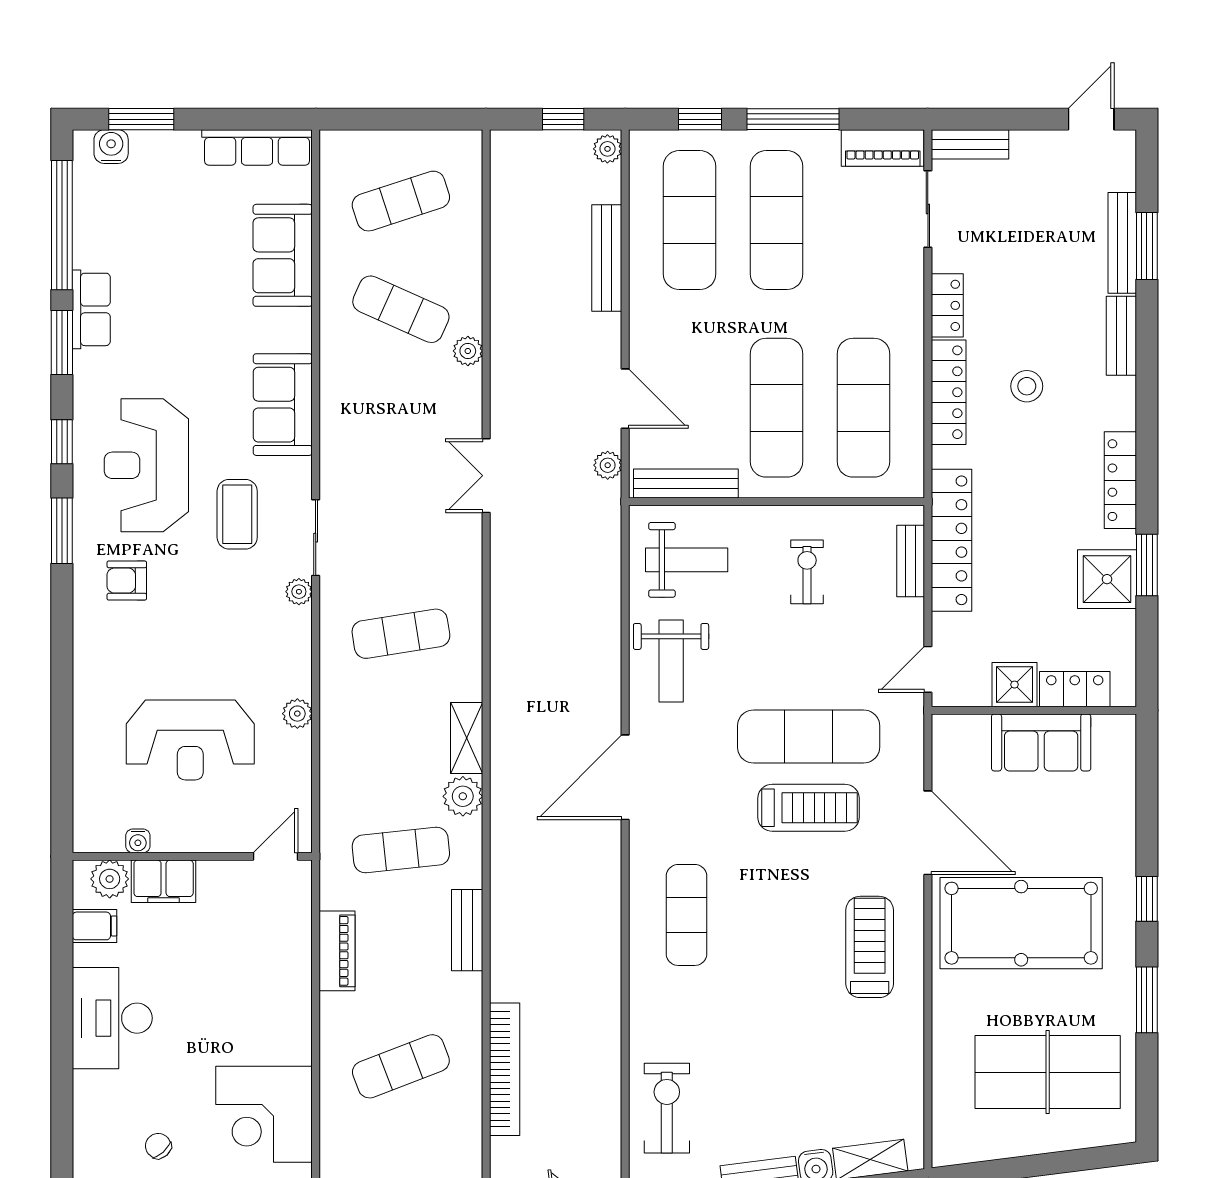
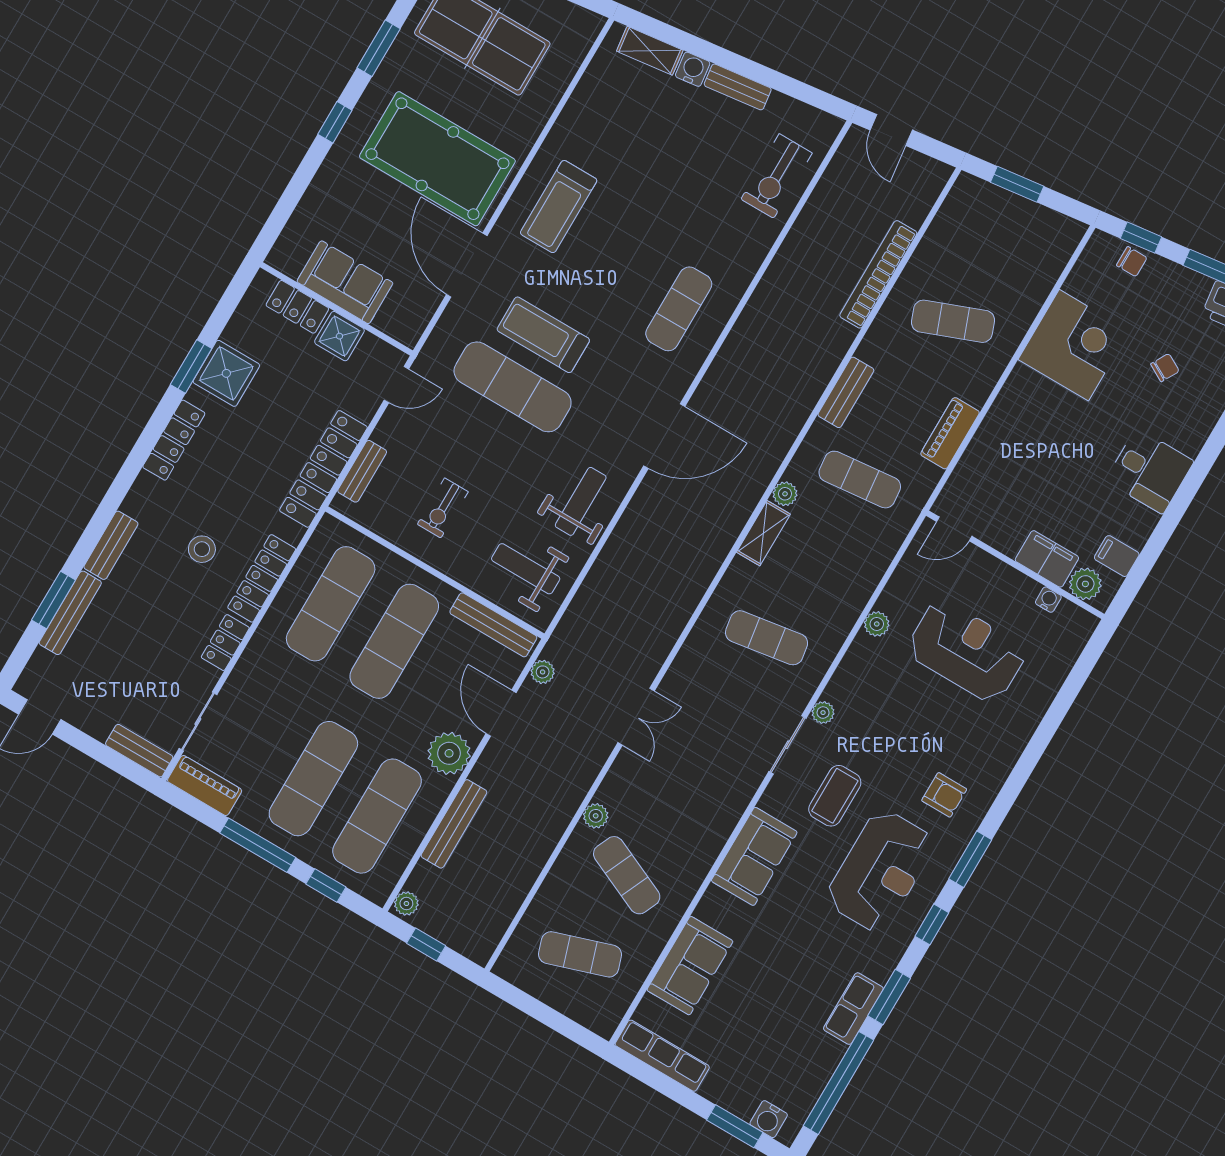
plant: (654, 327) -> (449, 753), added
plant: (463, 796) -> (785, 494), width x0.73, depth x0.73
desk: (112, 1018) -> (1149, 471), width x0.73
chair: (158, 1146) -> (1165, 368), turned -109

